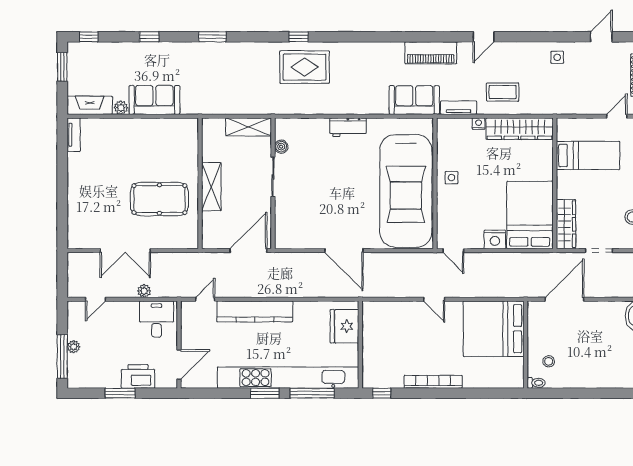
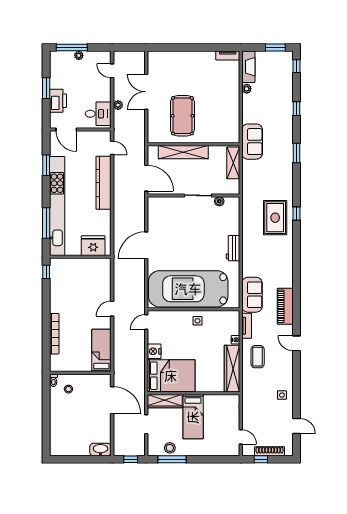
sofa: (154, 100) -> (252, 142), moved
shelving: (249, 127) -> (233, 163), moved
bed: (588, 155) -> (193, 417), moved
shelving: (211, 187) -> (183, 152), width x1.47
bed: (494, 329) -> (101, 350), width x0.49
bookcase: (433, 382) -> (54, 334), moved
window: (265, 393) -> (46, 165), moved

